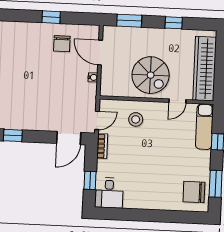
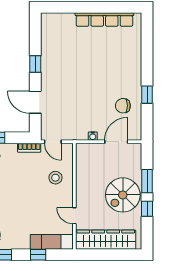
window: (129, 21) -> (147, 181), moved
spiral stairs: (151, 75) -> (123, 195), moved
door: (69, 138) -> (35, 102), moved

